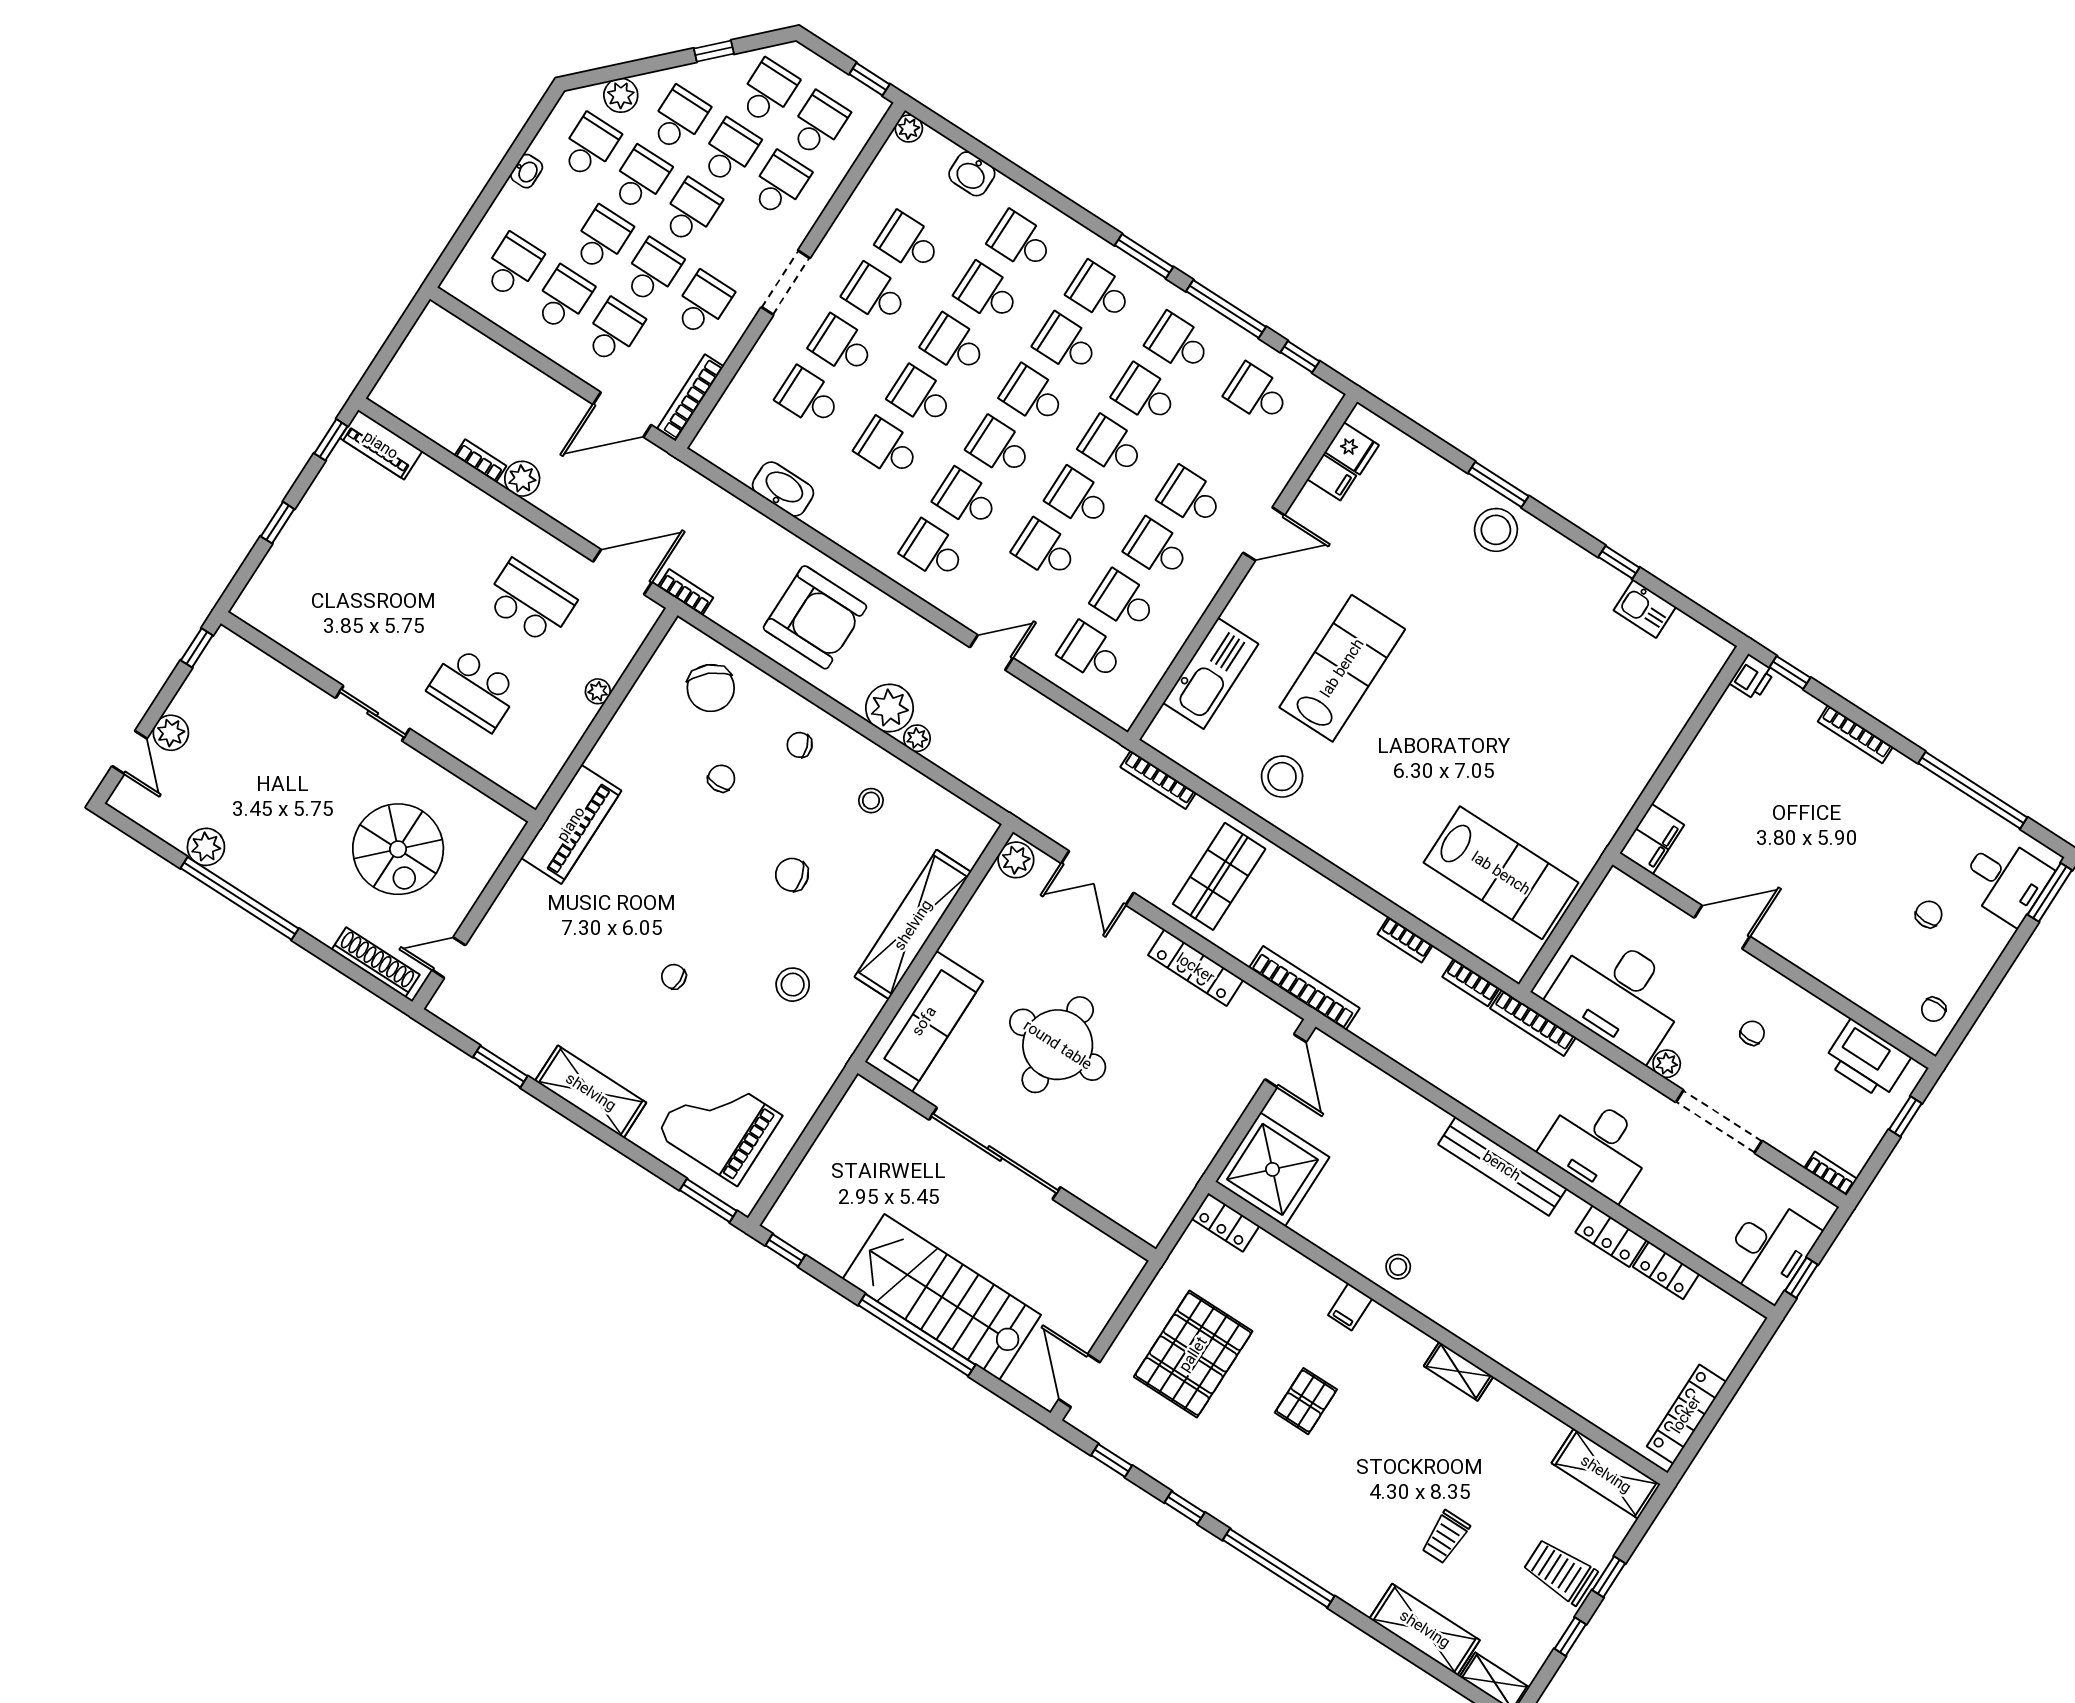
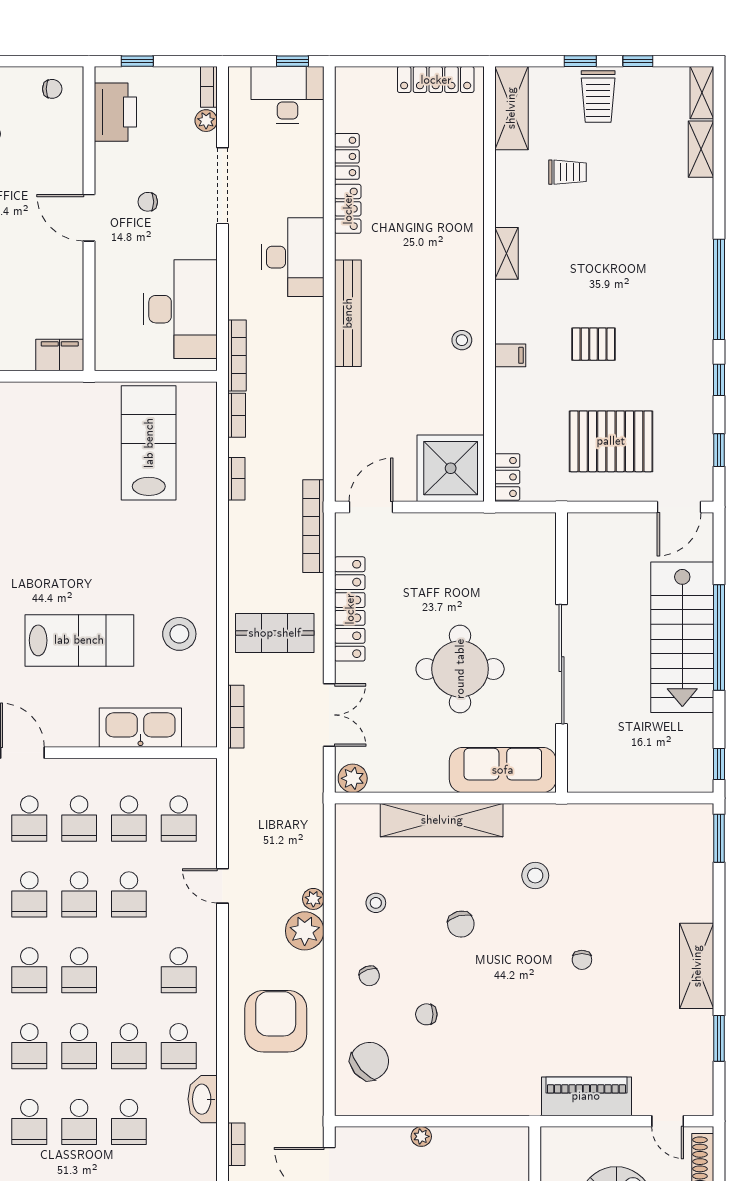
school desk: (966, 499) -> (179, 1046), moved
bookcase: (686, 592) -> (236, 1144), moved, turned 180
lab bench: (1342, 668) -> (79, 640), turned 180
piano: (571, 824) -> (586, 1096), moved
door: (1722, 927) -> (89, 218), moved
locker: (1196, 968) -> (350, 609), width x1.41, depth x1.21
plant: (1667, 1064) -> (206, 121), moved
grand piano: (719, 1125) -> (663, 864), removed
trolley: (1445, 1537) -> (568, 172), moved
shelving: (1425, 1629) -> (701, 149), width x0.67, depth x0.75

